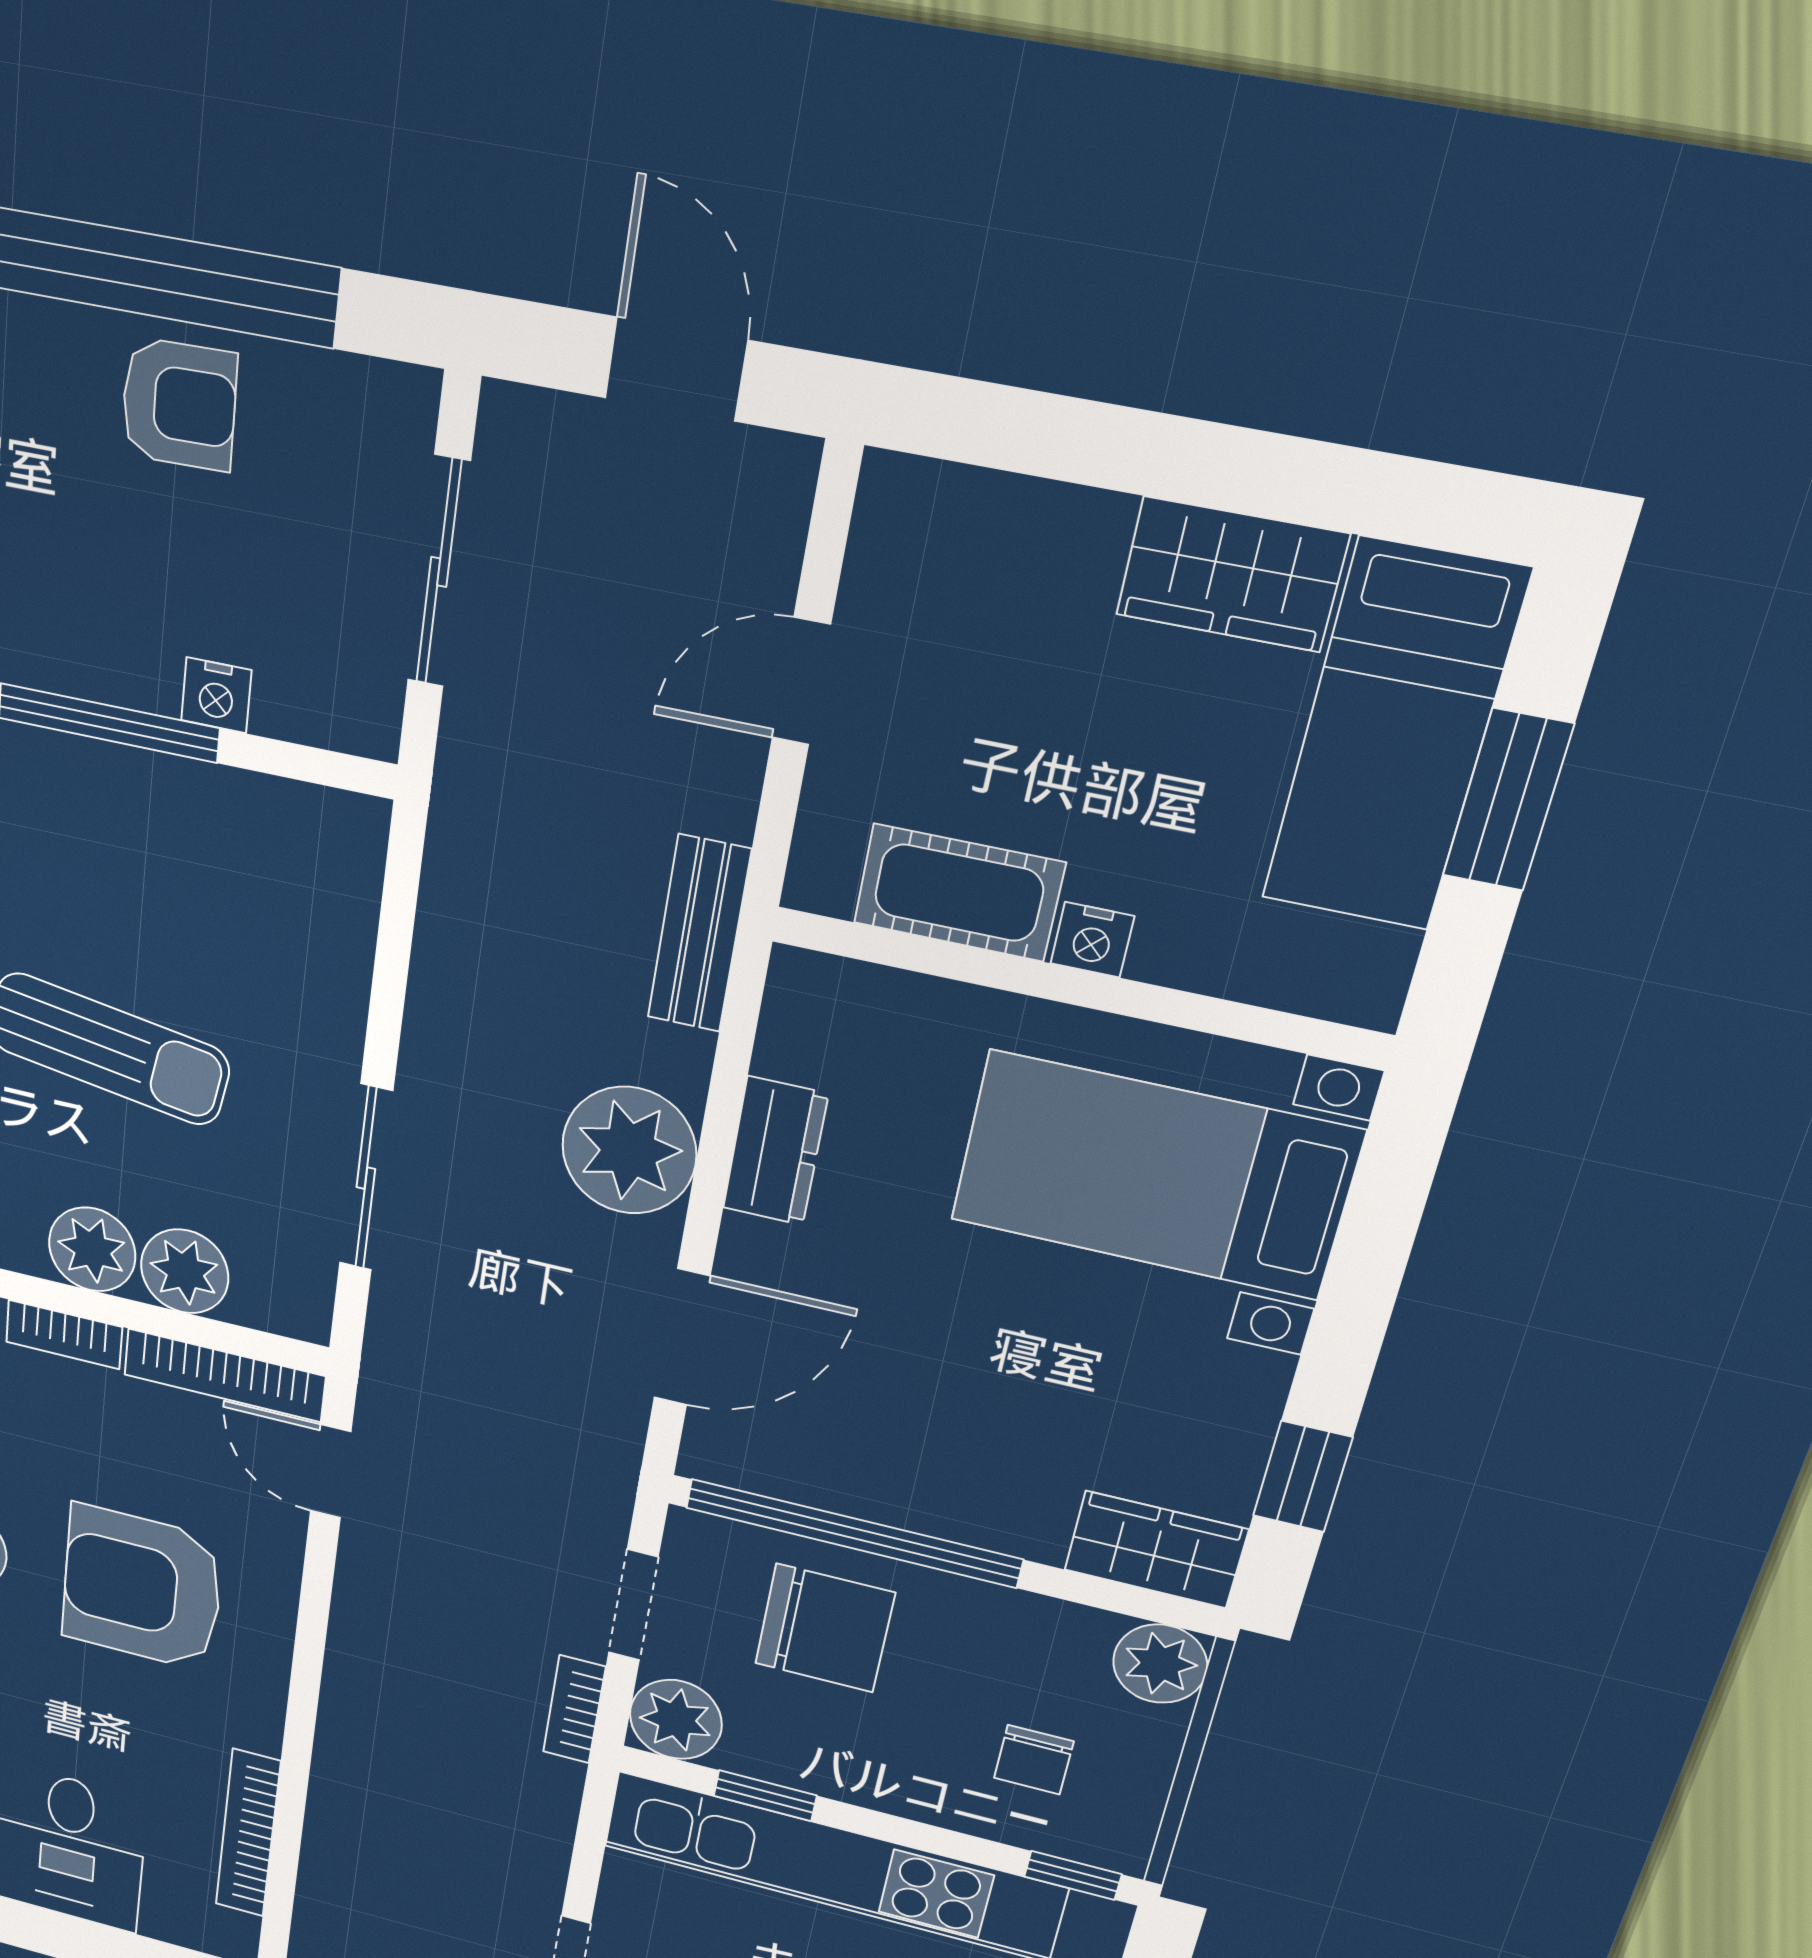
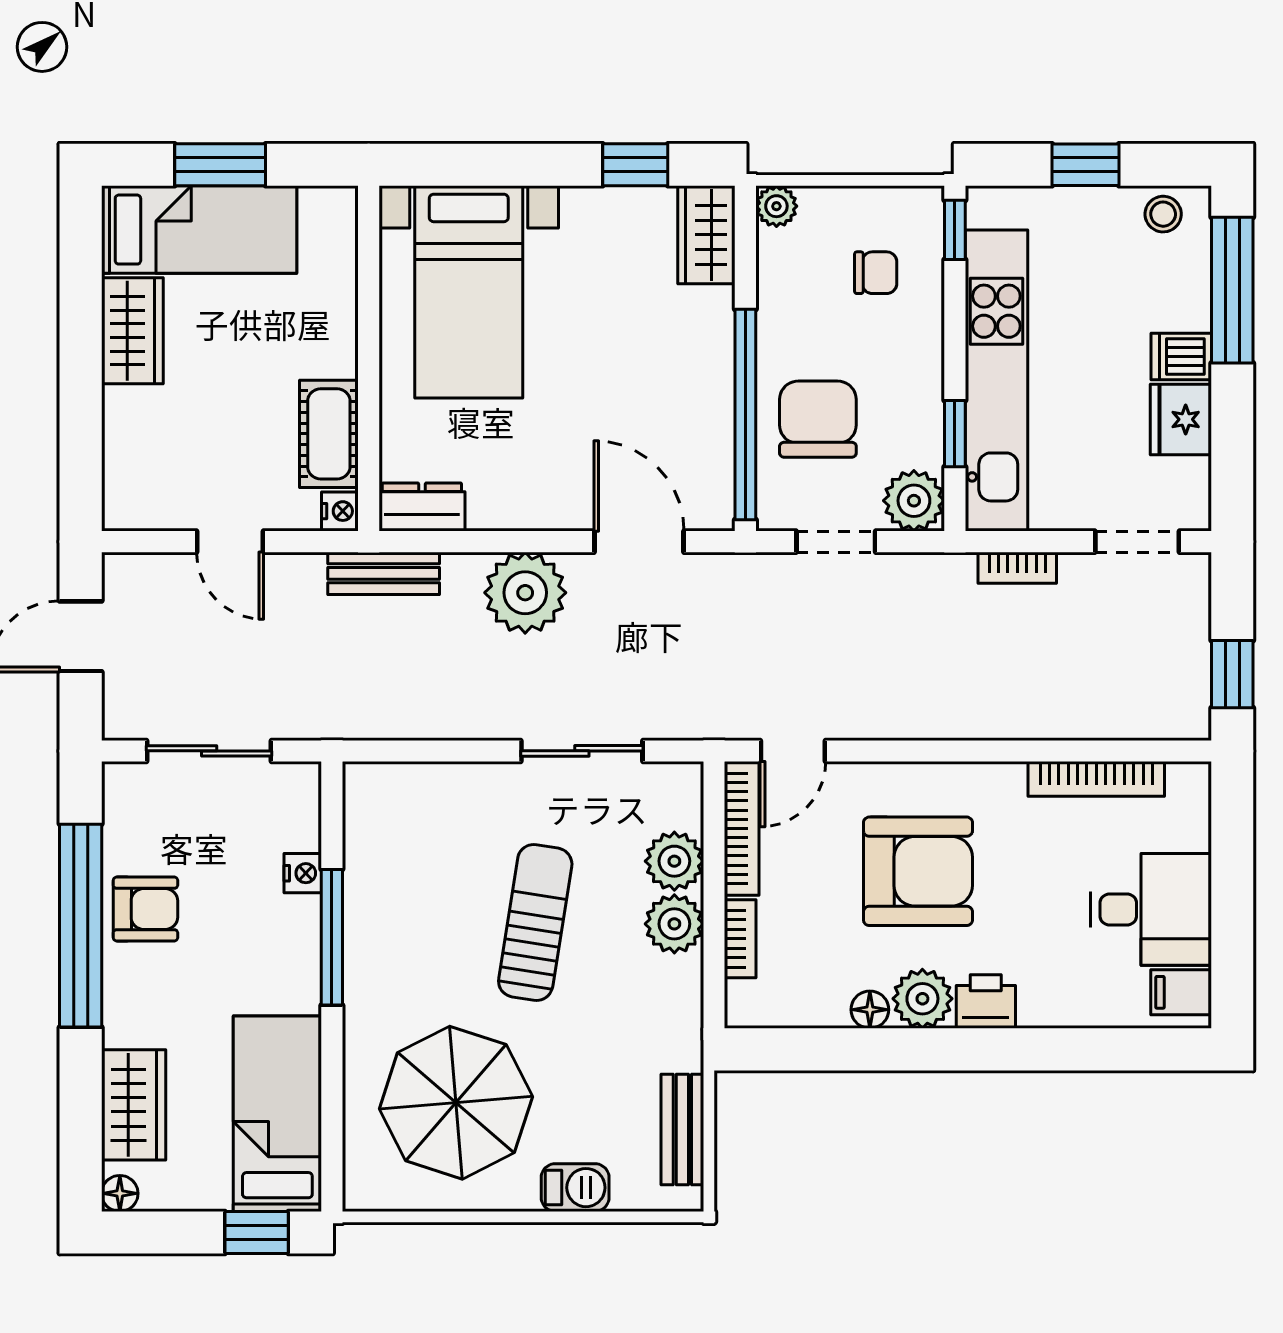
armchair: (179, 404) -> (145, 909), turned 91
nightstand: (1092, 940) -> (340, 511), moved
dresser: (775, 1151) -> (422, 507), moved
armchair: (142, 1588) -> (918, 871), turned -90
plant: (1160, 1664) -> (776, 206), width x0.73, depth x0.73
bookcase: (574, 1709) -> (1017, 568), moved

